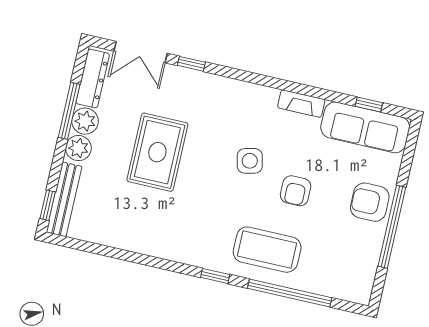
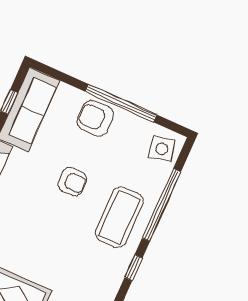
side table: (250, 161) -> (162, 149), moved
armchair: (370, 202) -> (95, 118), turned 90

